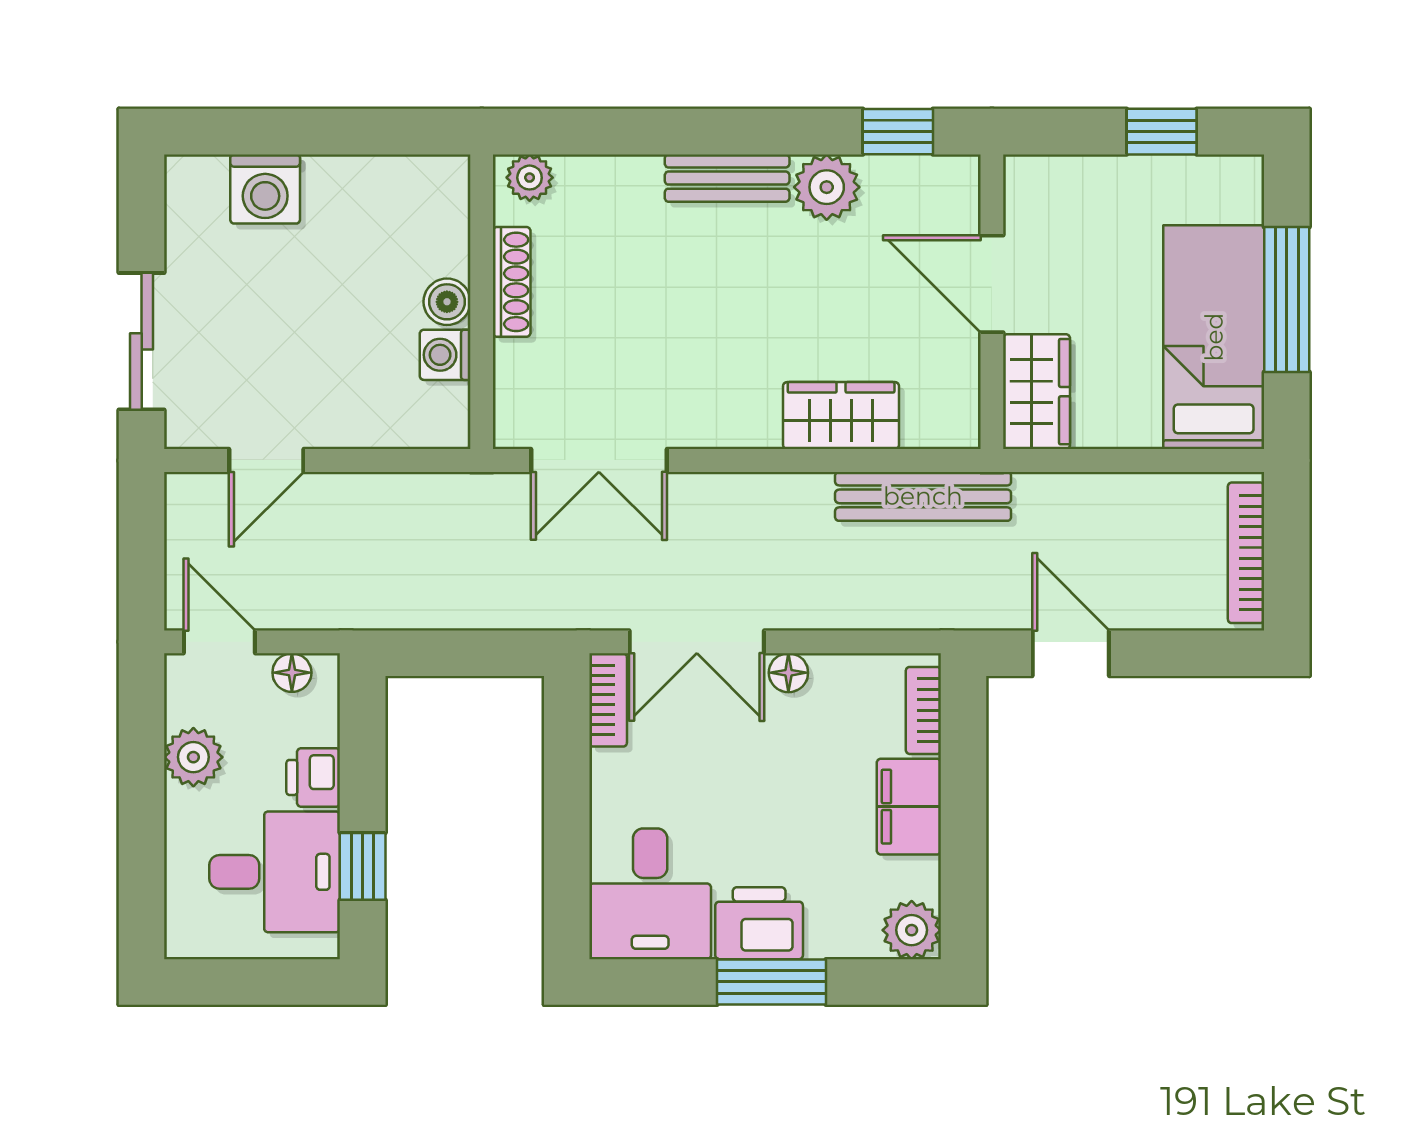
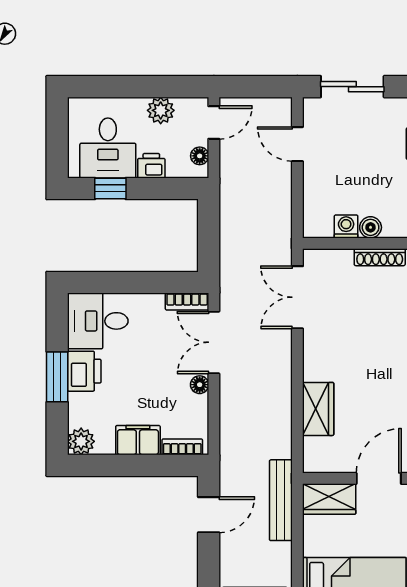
bench: (923, 496) -> (281, 500), moved

